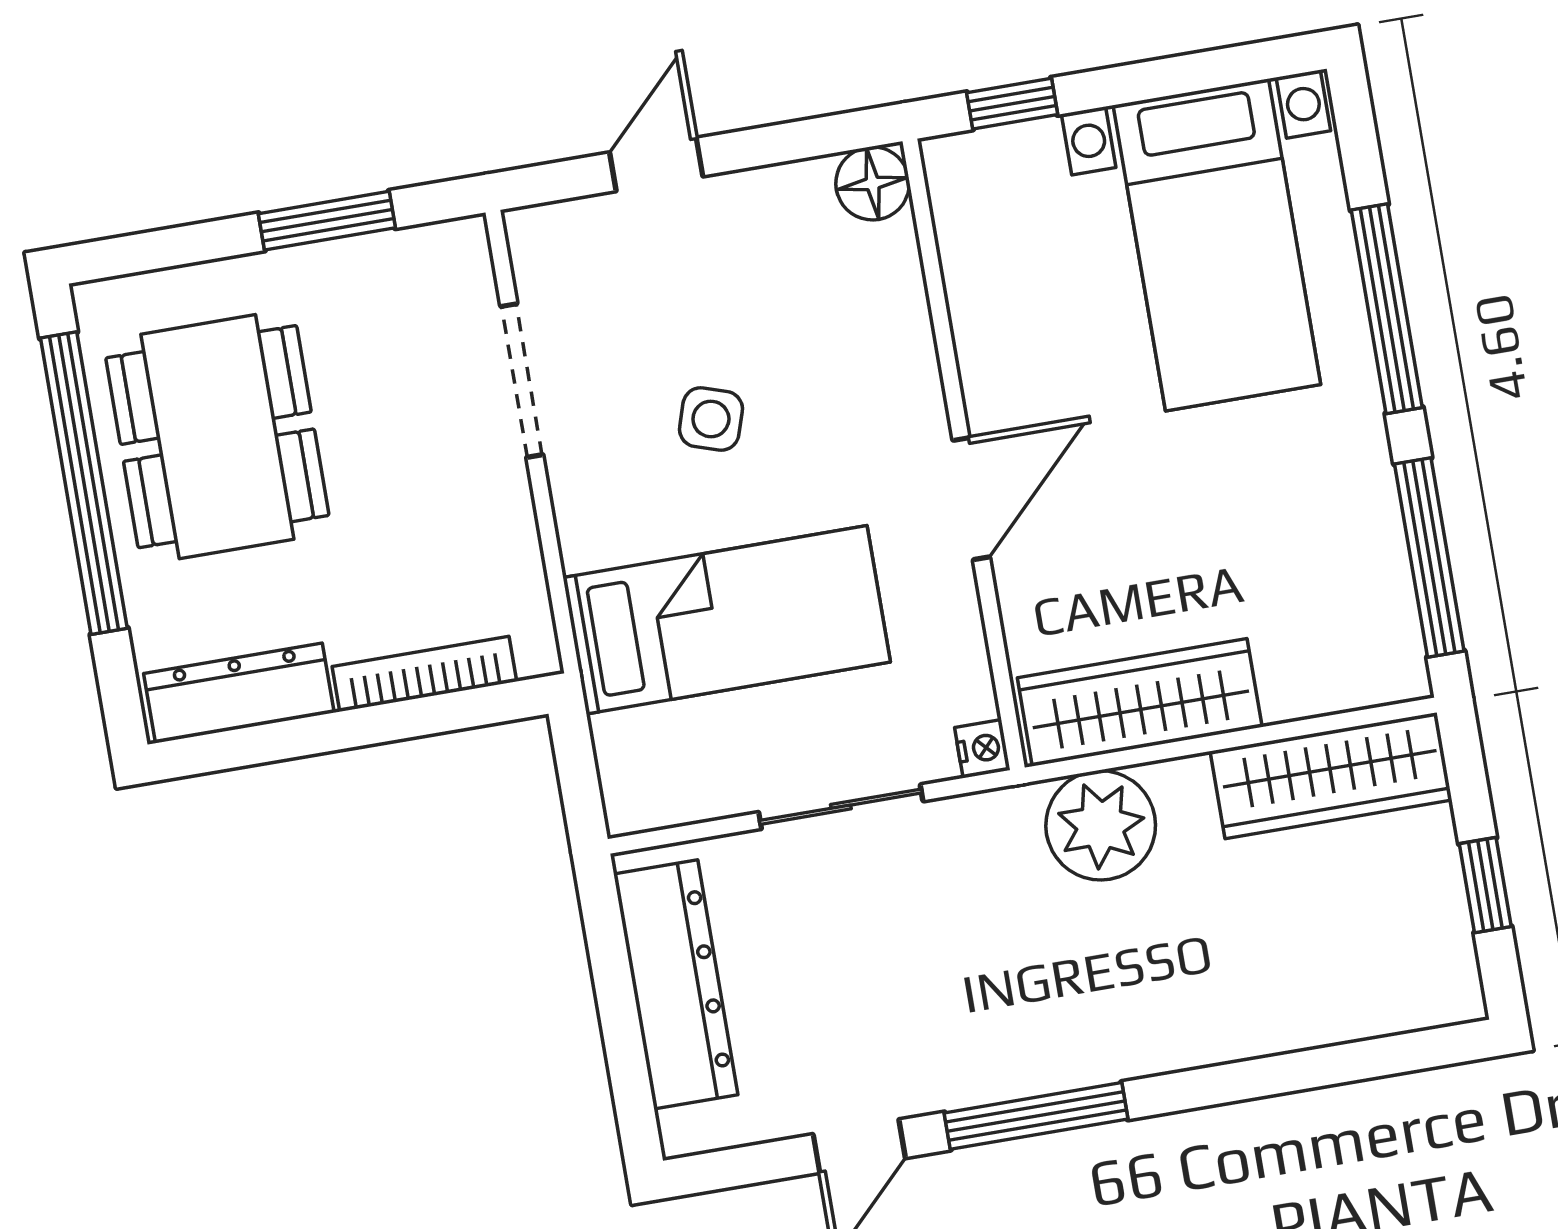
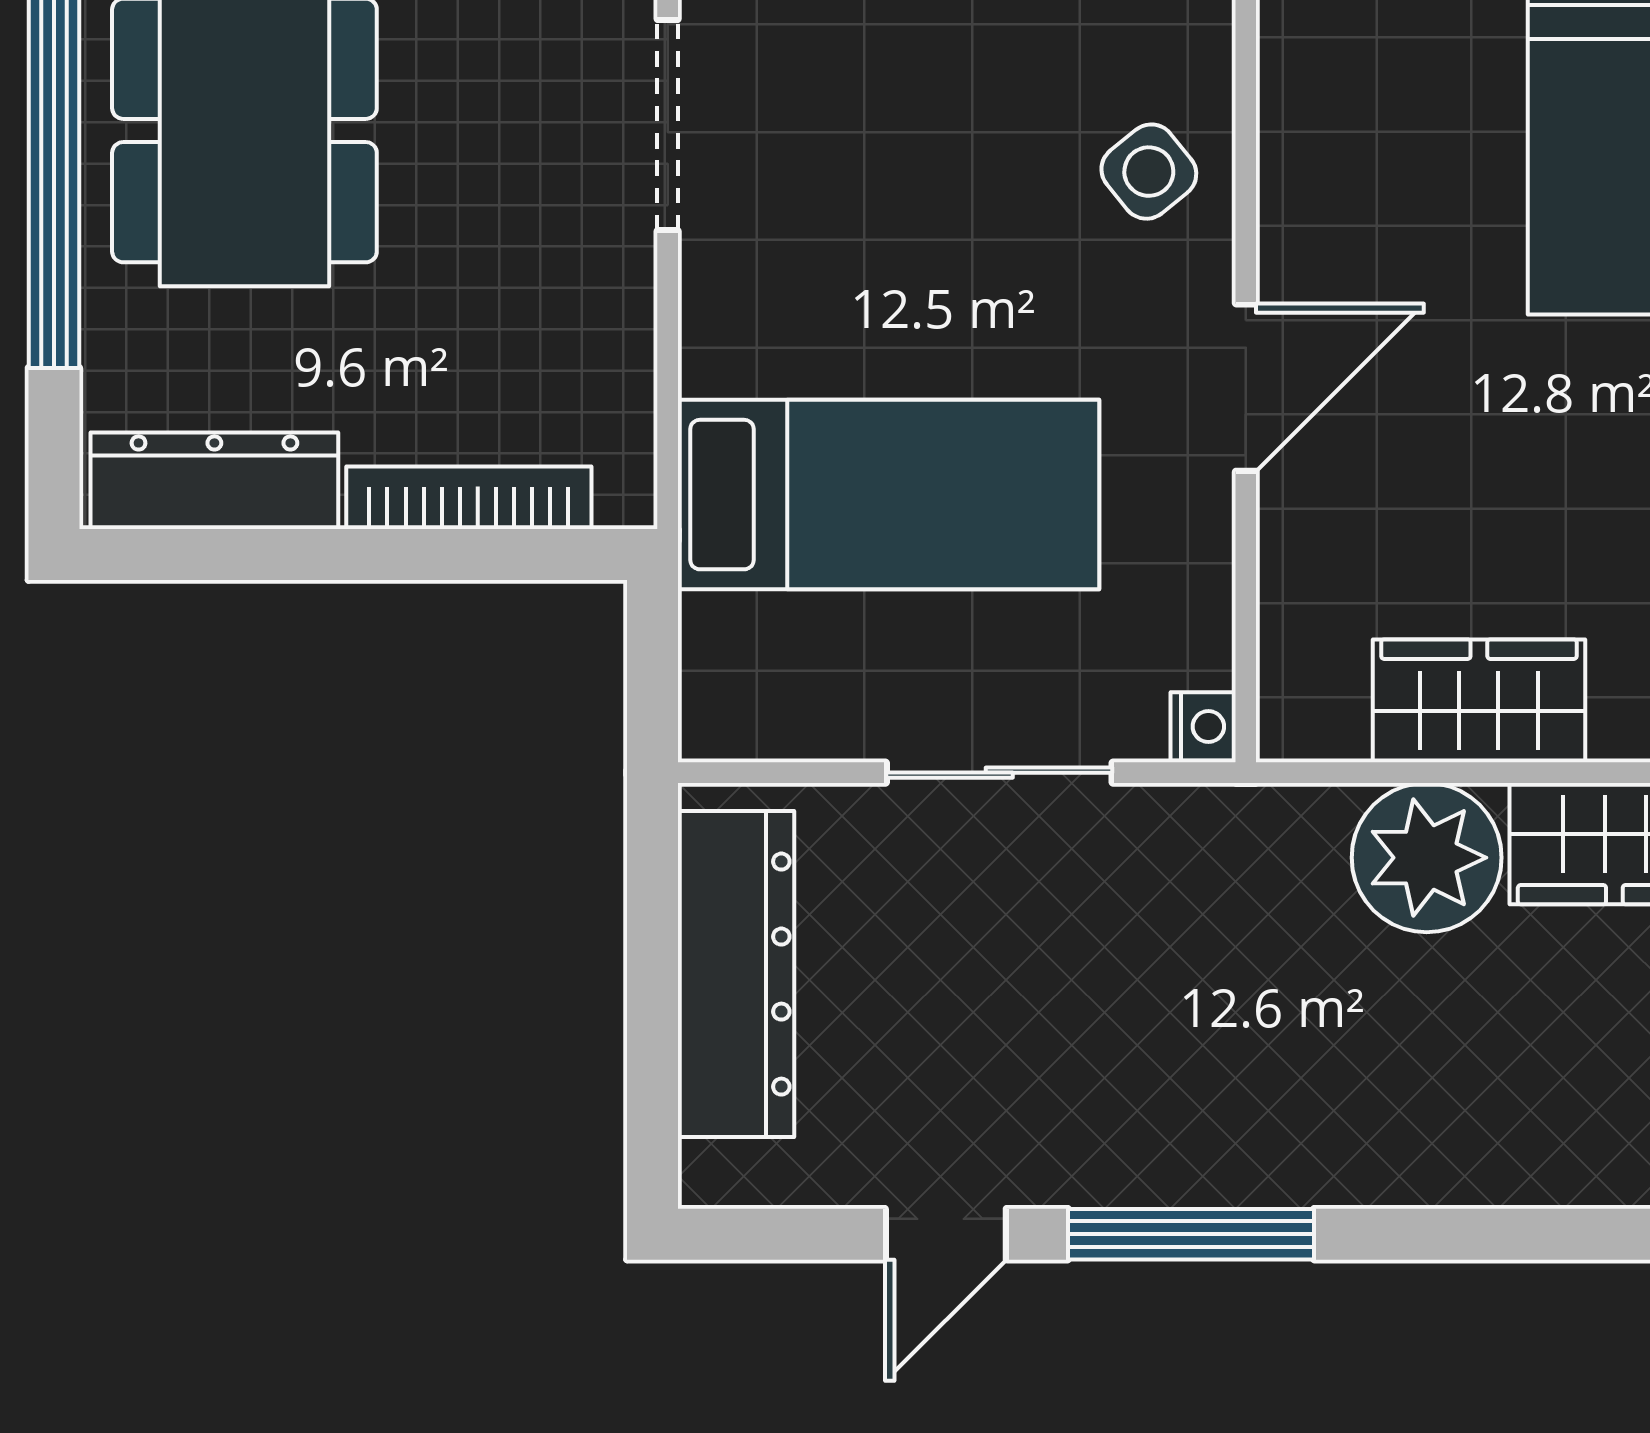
side table: (711, 419) -> (1149, 172), moved, turned 33
wardrobe: (1140, 702) -> (1479, 701), width x0.67
plant: (1101, 825) -> (1427, 858), moved

